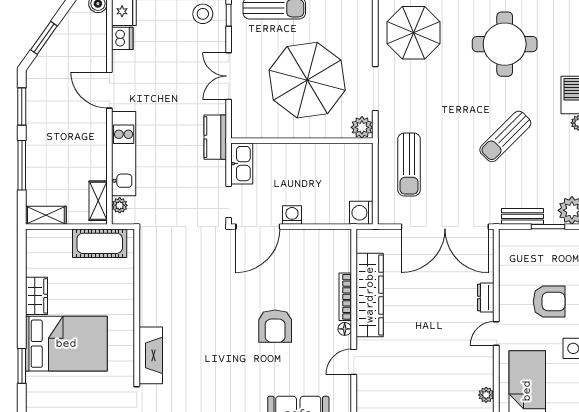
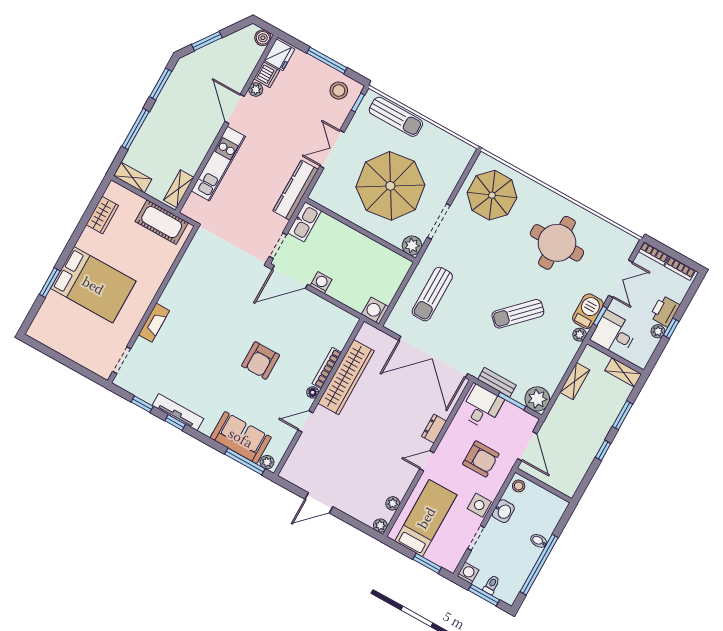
kitchen counter: (215, 137) -> (296, 190), width x1.50
plant: (120, 205) -> (256, 89), moved
desk: (521, 249) -> (482, 407), added
wardrobe: (37, 296) -> (102, 215), moved
fireplace: (151, 355) -> (154, 323), width x0.73, depth x0.76

